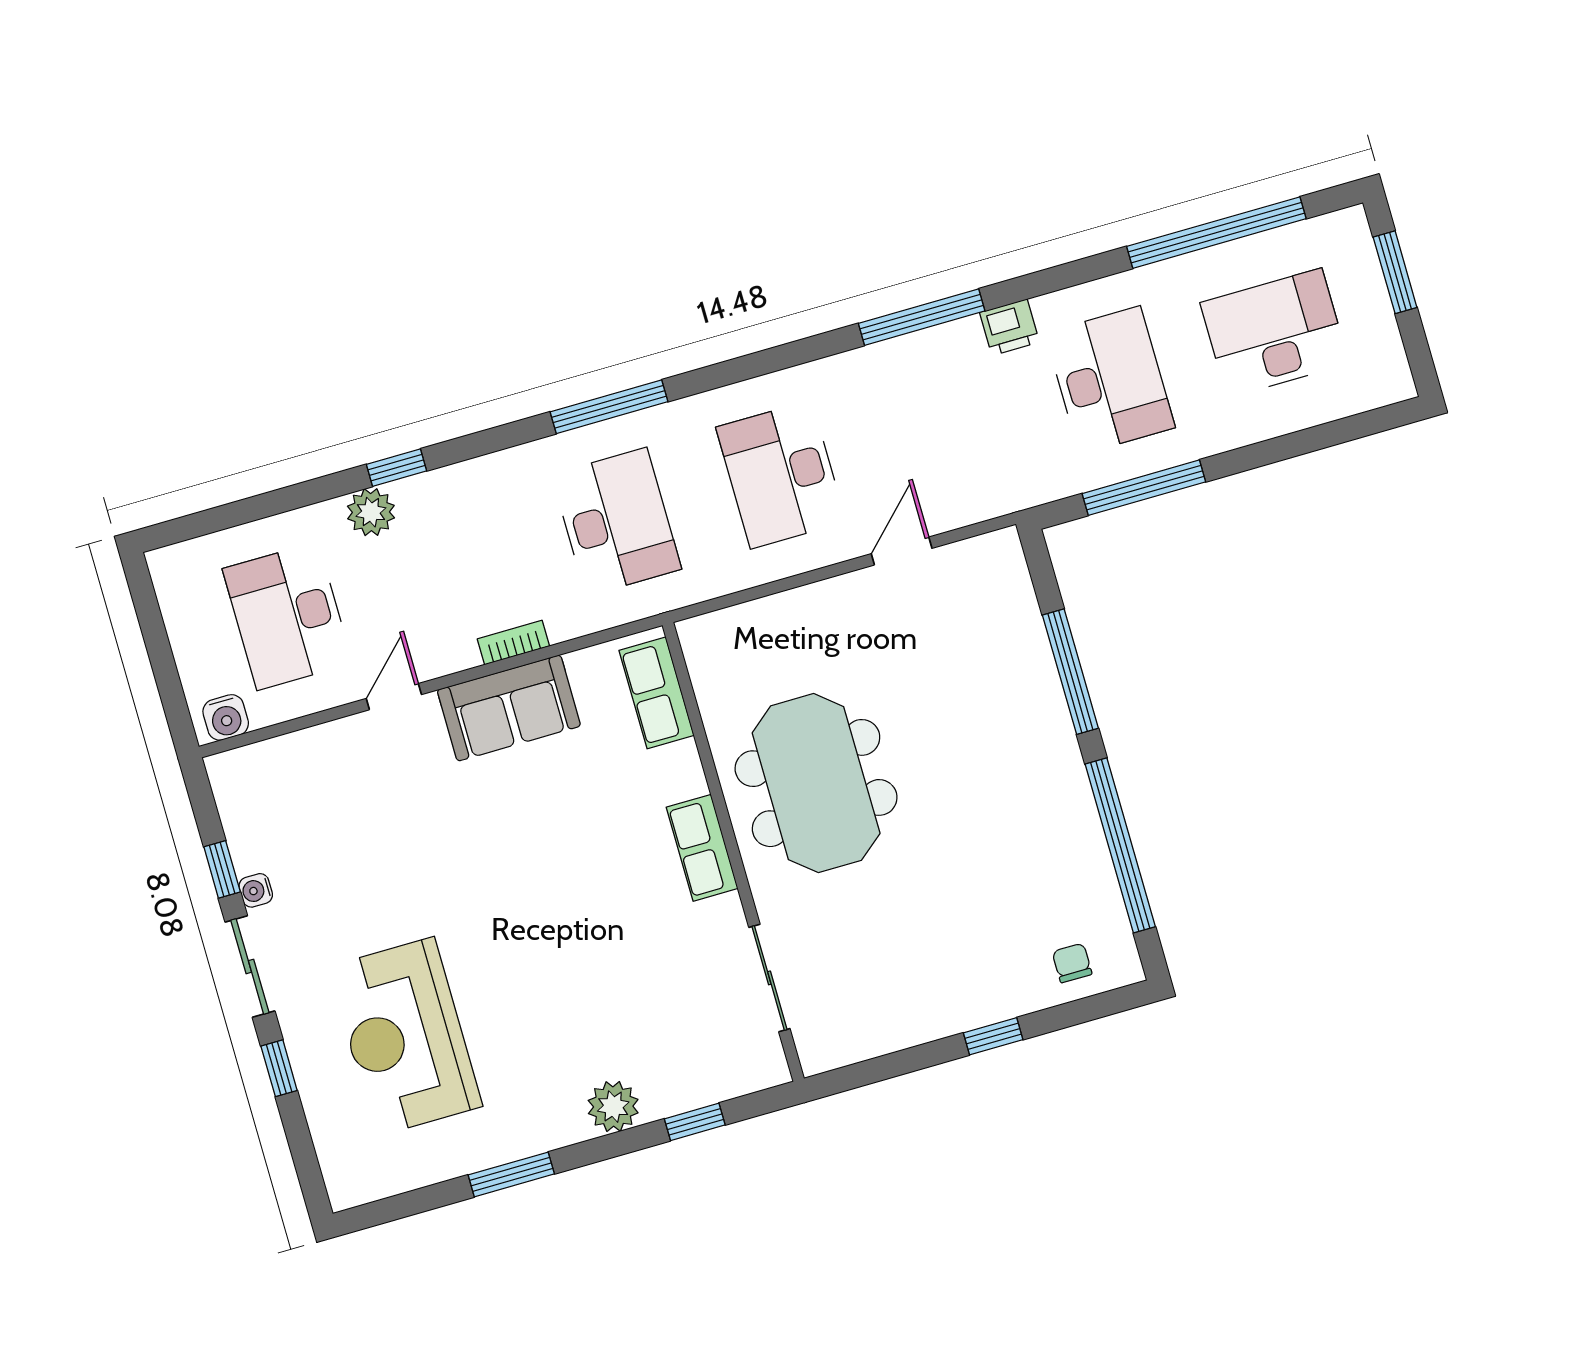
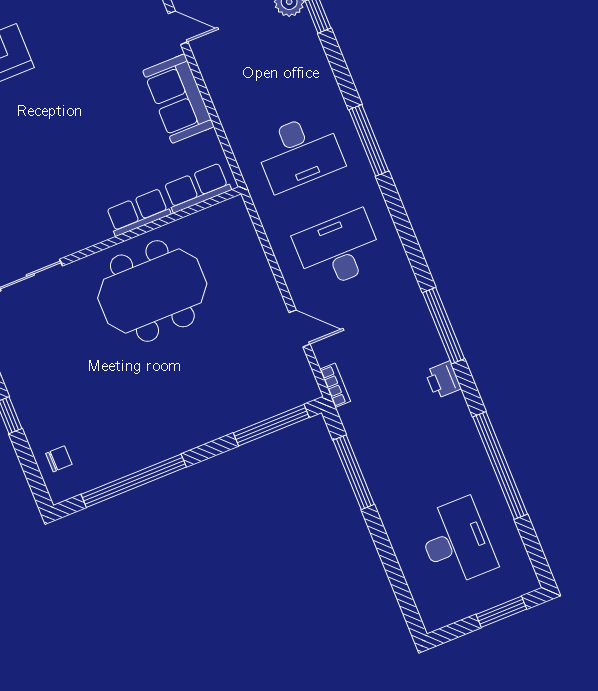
window: (1216, 233) -> (500, 465), moved
desk: (1110, 380) -> (417, 445), removed
bookcase: (513, 643) -> (335, 385), moved
window: (1070, 672) -> (271, 425), moved
row of seats: (702, 848) -> (138, 212), moved

